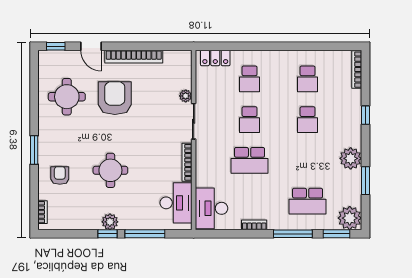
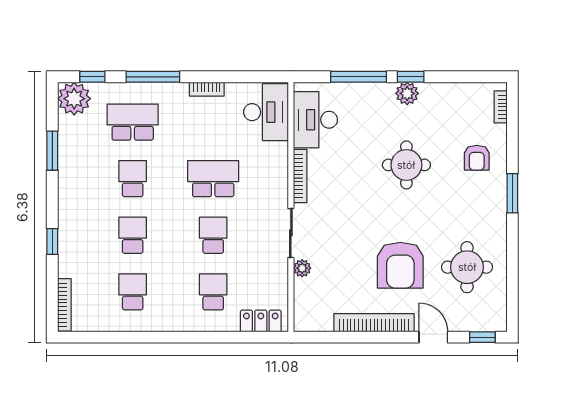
plant: (351, 158) -> (73, 181), removed
school desk: (308, 160) -> (133, 179), added
window: (337, 234) -> (92, 77), width x0.67

